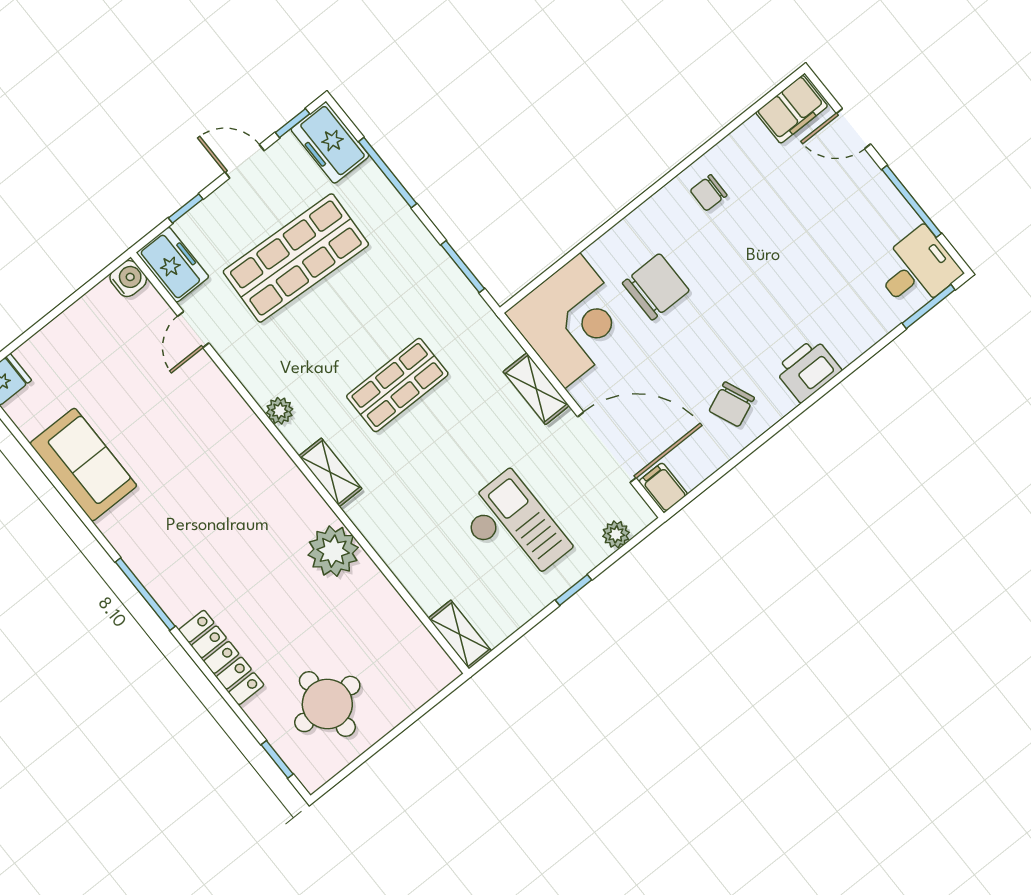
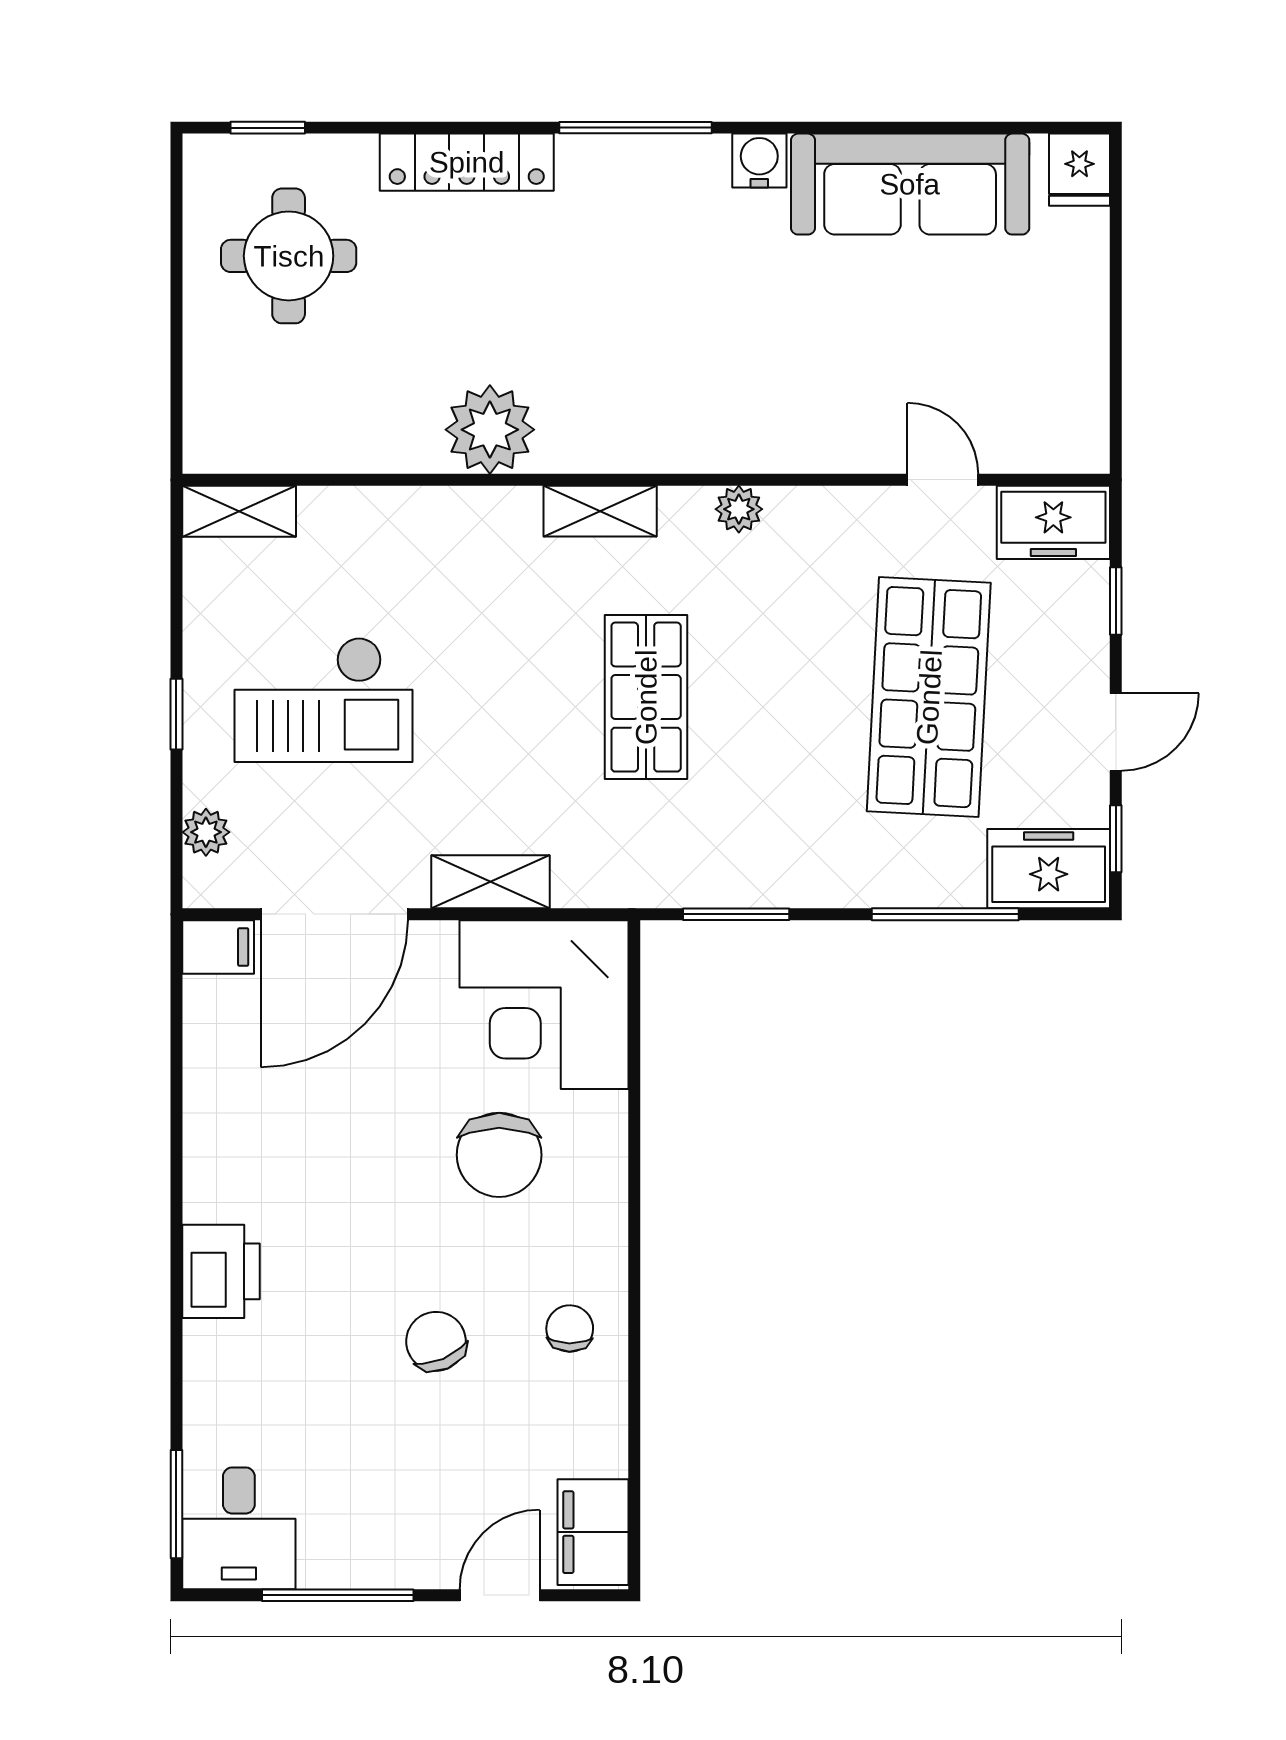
water cooler: (128, 279) -> (759, 161), moved, turned 180
chair: (732, 404) -> (436, 1341), moved
sofa: (83, 465) -> (910, 184), width x1.36

